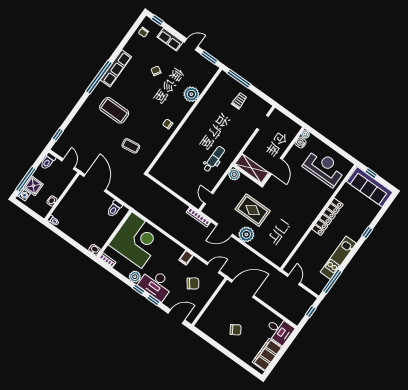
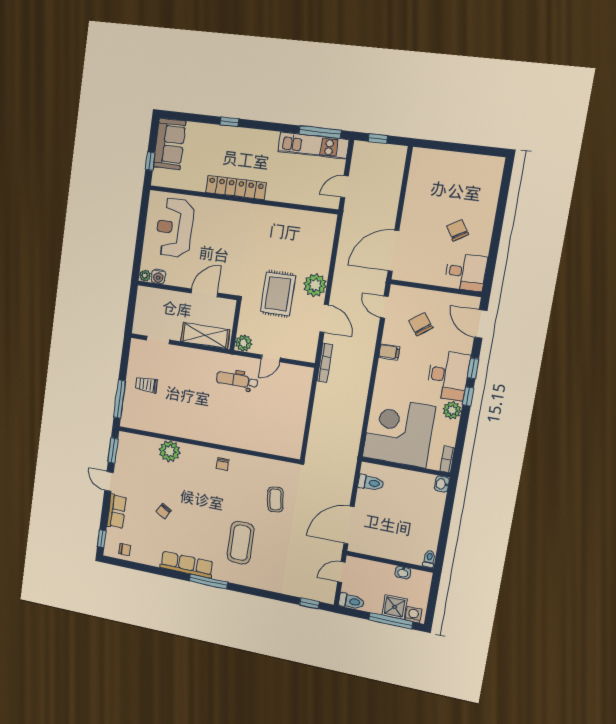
window: (99, 77) -> (208, 582), width x0.68
shelving: (252, 168) -> (205, 336), moved, turned 90
sofa: (370, 187) -> (170, 144), width x0.73
door: (208, 198) -> (271, 358), moved
kitchen unit: (338, 258) -> (313, 145), moved
door: (243, 289) -> (393, 251), hinge flipped
desk: (279, 331) -> (466, 272), moved, turned 90
filing cabinet: (267, 355) -> (472, 166), removed

